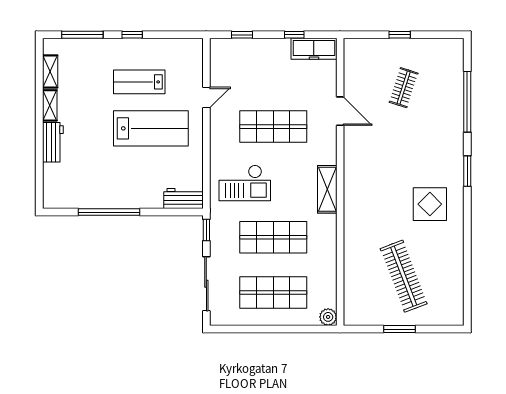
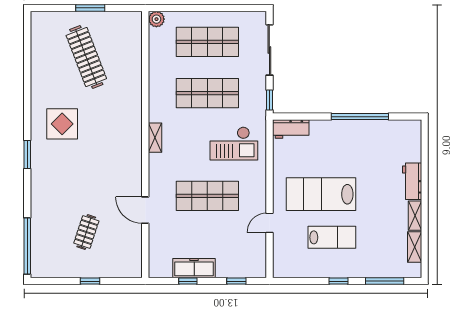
freezer: (314, 49) -> (194, 268), moved
window: (467, 102) -> (27, 246), moved
checkout: (245, 183) -> (234, 144), turned 180
shelving: (327, 189) -> (155, 138), width x0.67, depth x0.75

